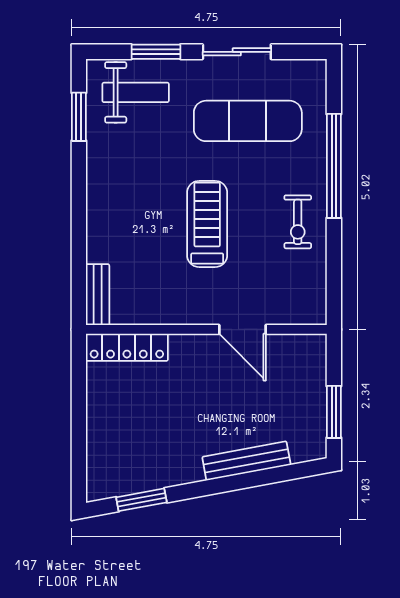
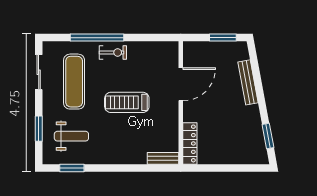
sliding door: (237, 52) -> (39, 72), moved
weight bench: (136, 92) -> (71, 136), moved, turned 90
exercise bike: (298, 222) -> (113, 52), moved
door: (243, 329) -> (181, 84), width x1.36

